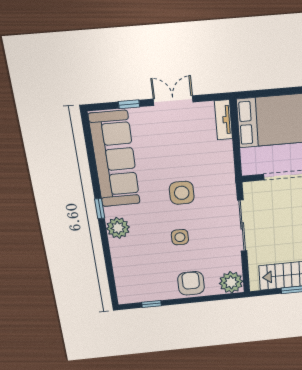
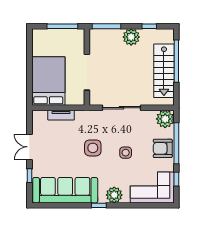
tv unit: (223, 120) -> (61, 115), moved
corner sofa: (136, 276) -> (152, 187), added
window: (200, 299) -> (176, 143), added

